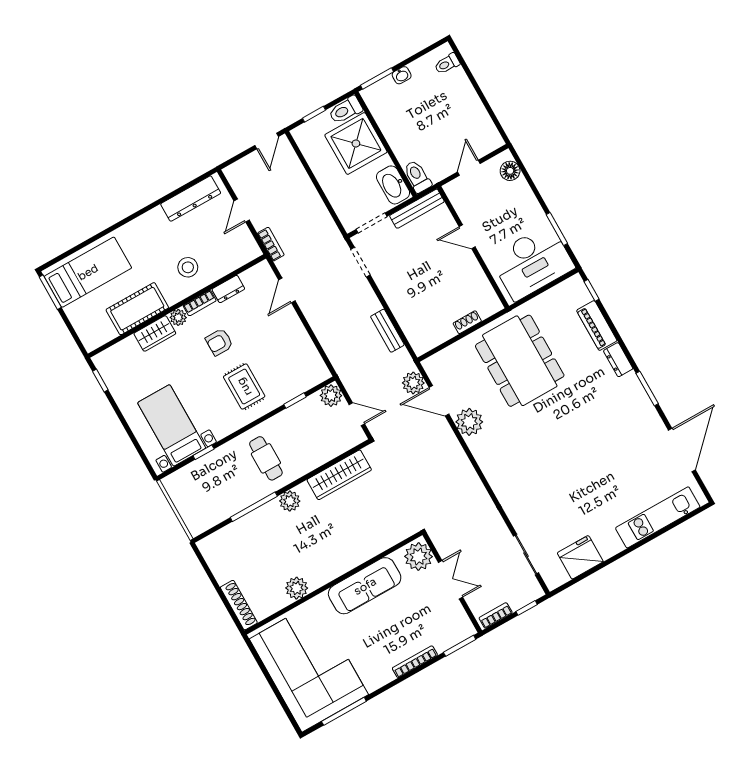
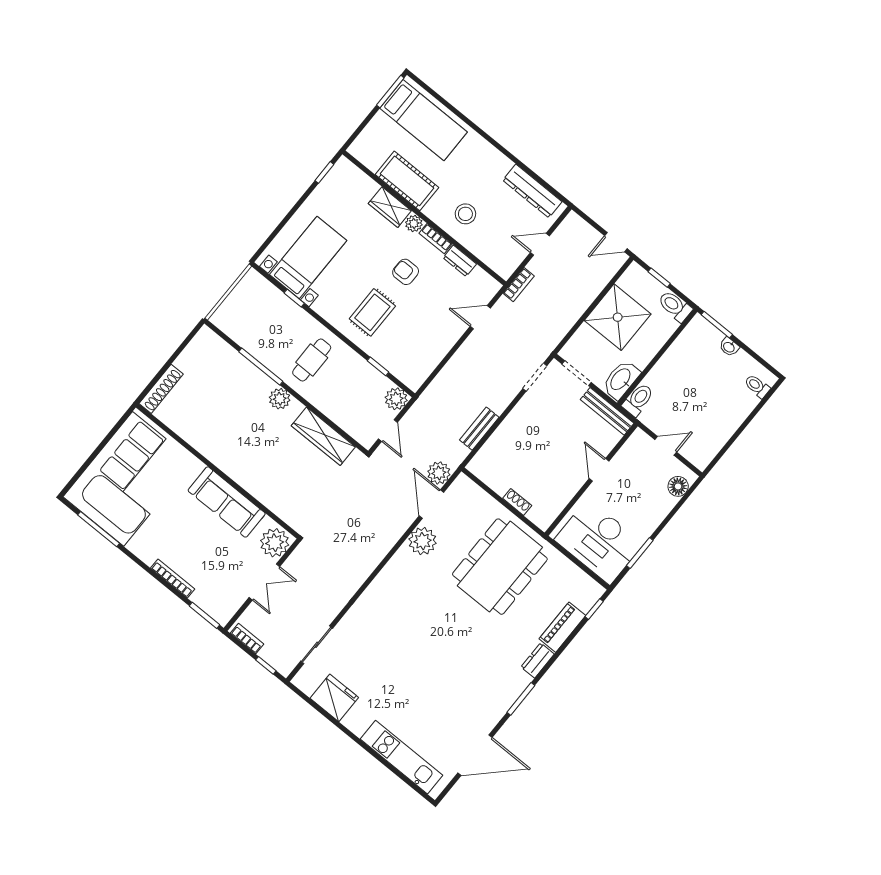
shower: (356, 143) -> (618, 317), moved
plant: (297, 588) -> (199, 438), removed

